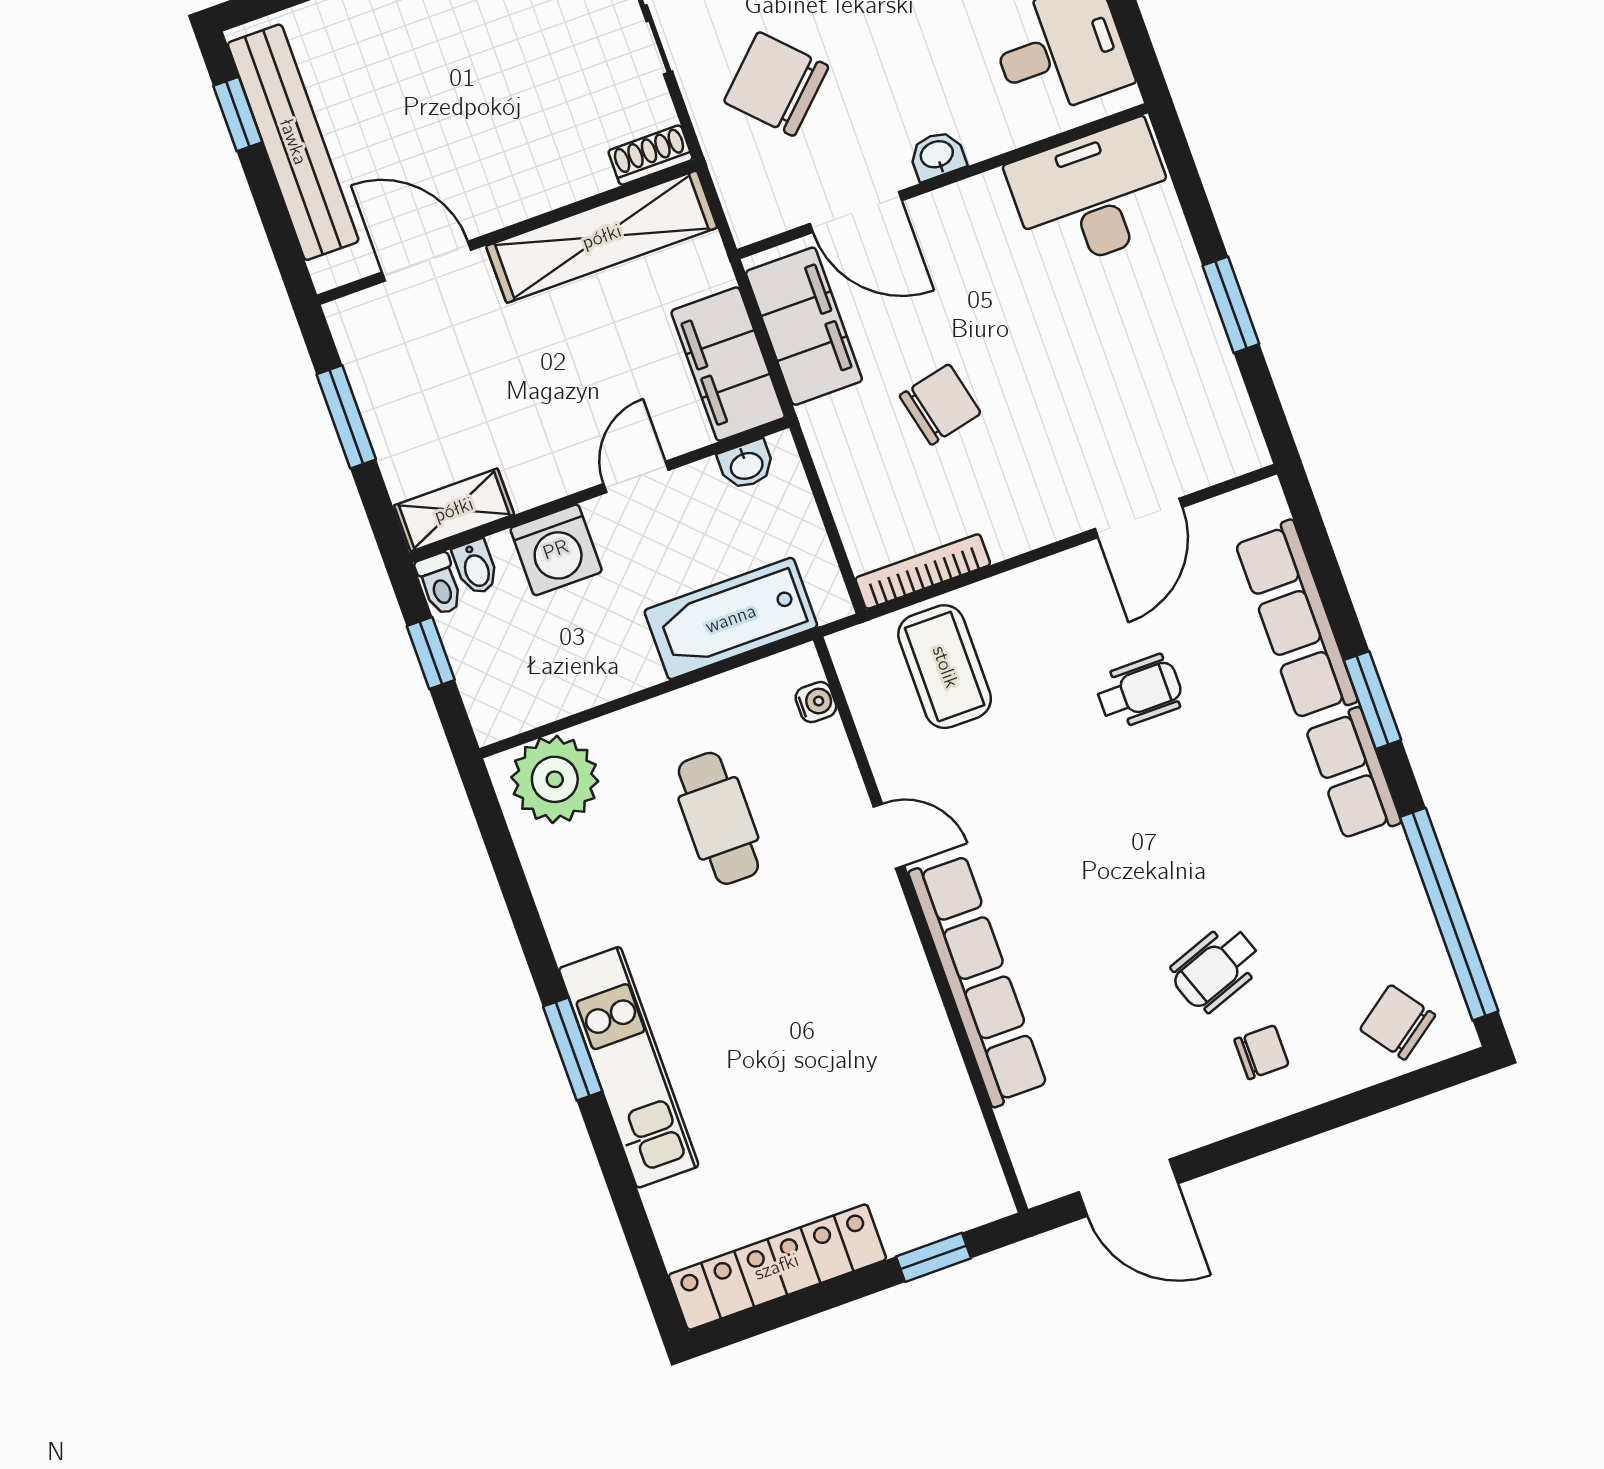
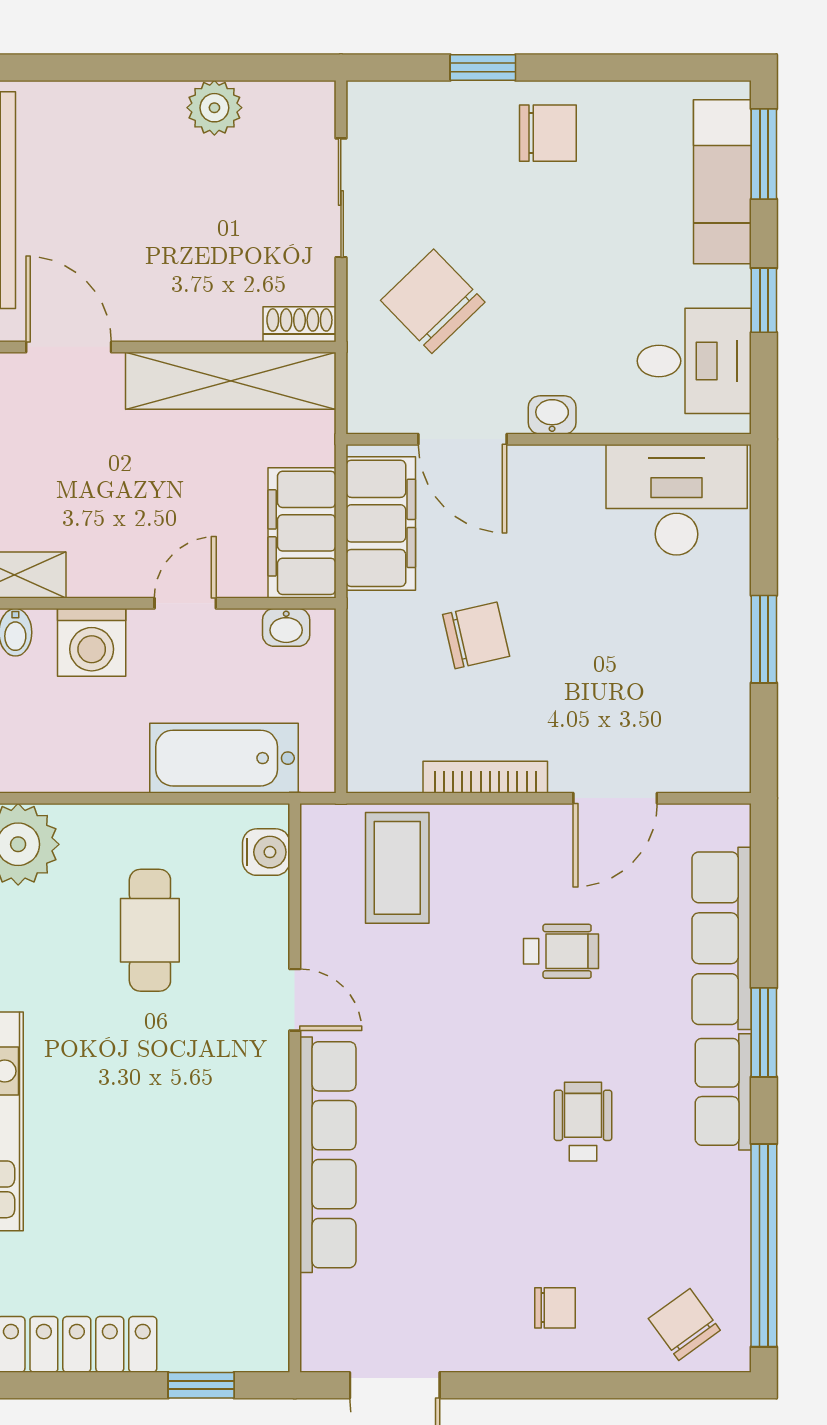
bookcase: (923, 571) -> (485, 777), moved
water cooler: (816, 702) -> (266, 852), width x1.38, depth x1.38
wheelchair: (1216, 968) -> (583, 1122), moved, turned 110

